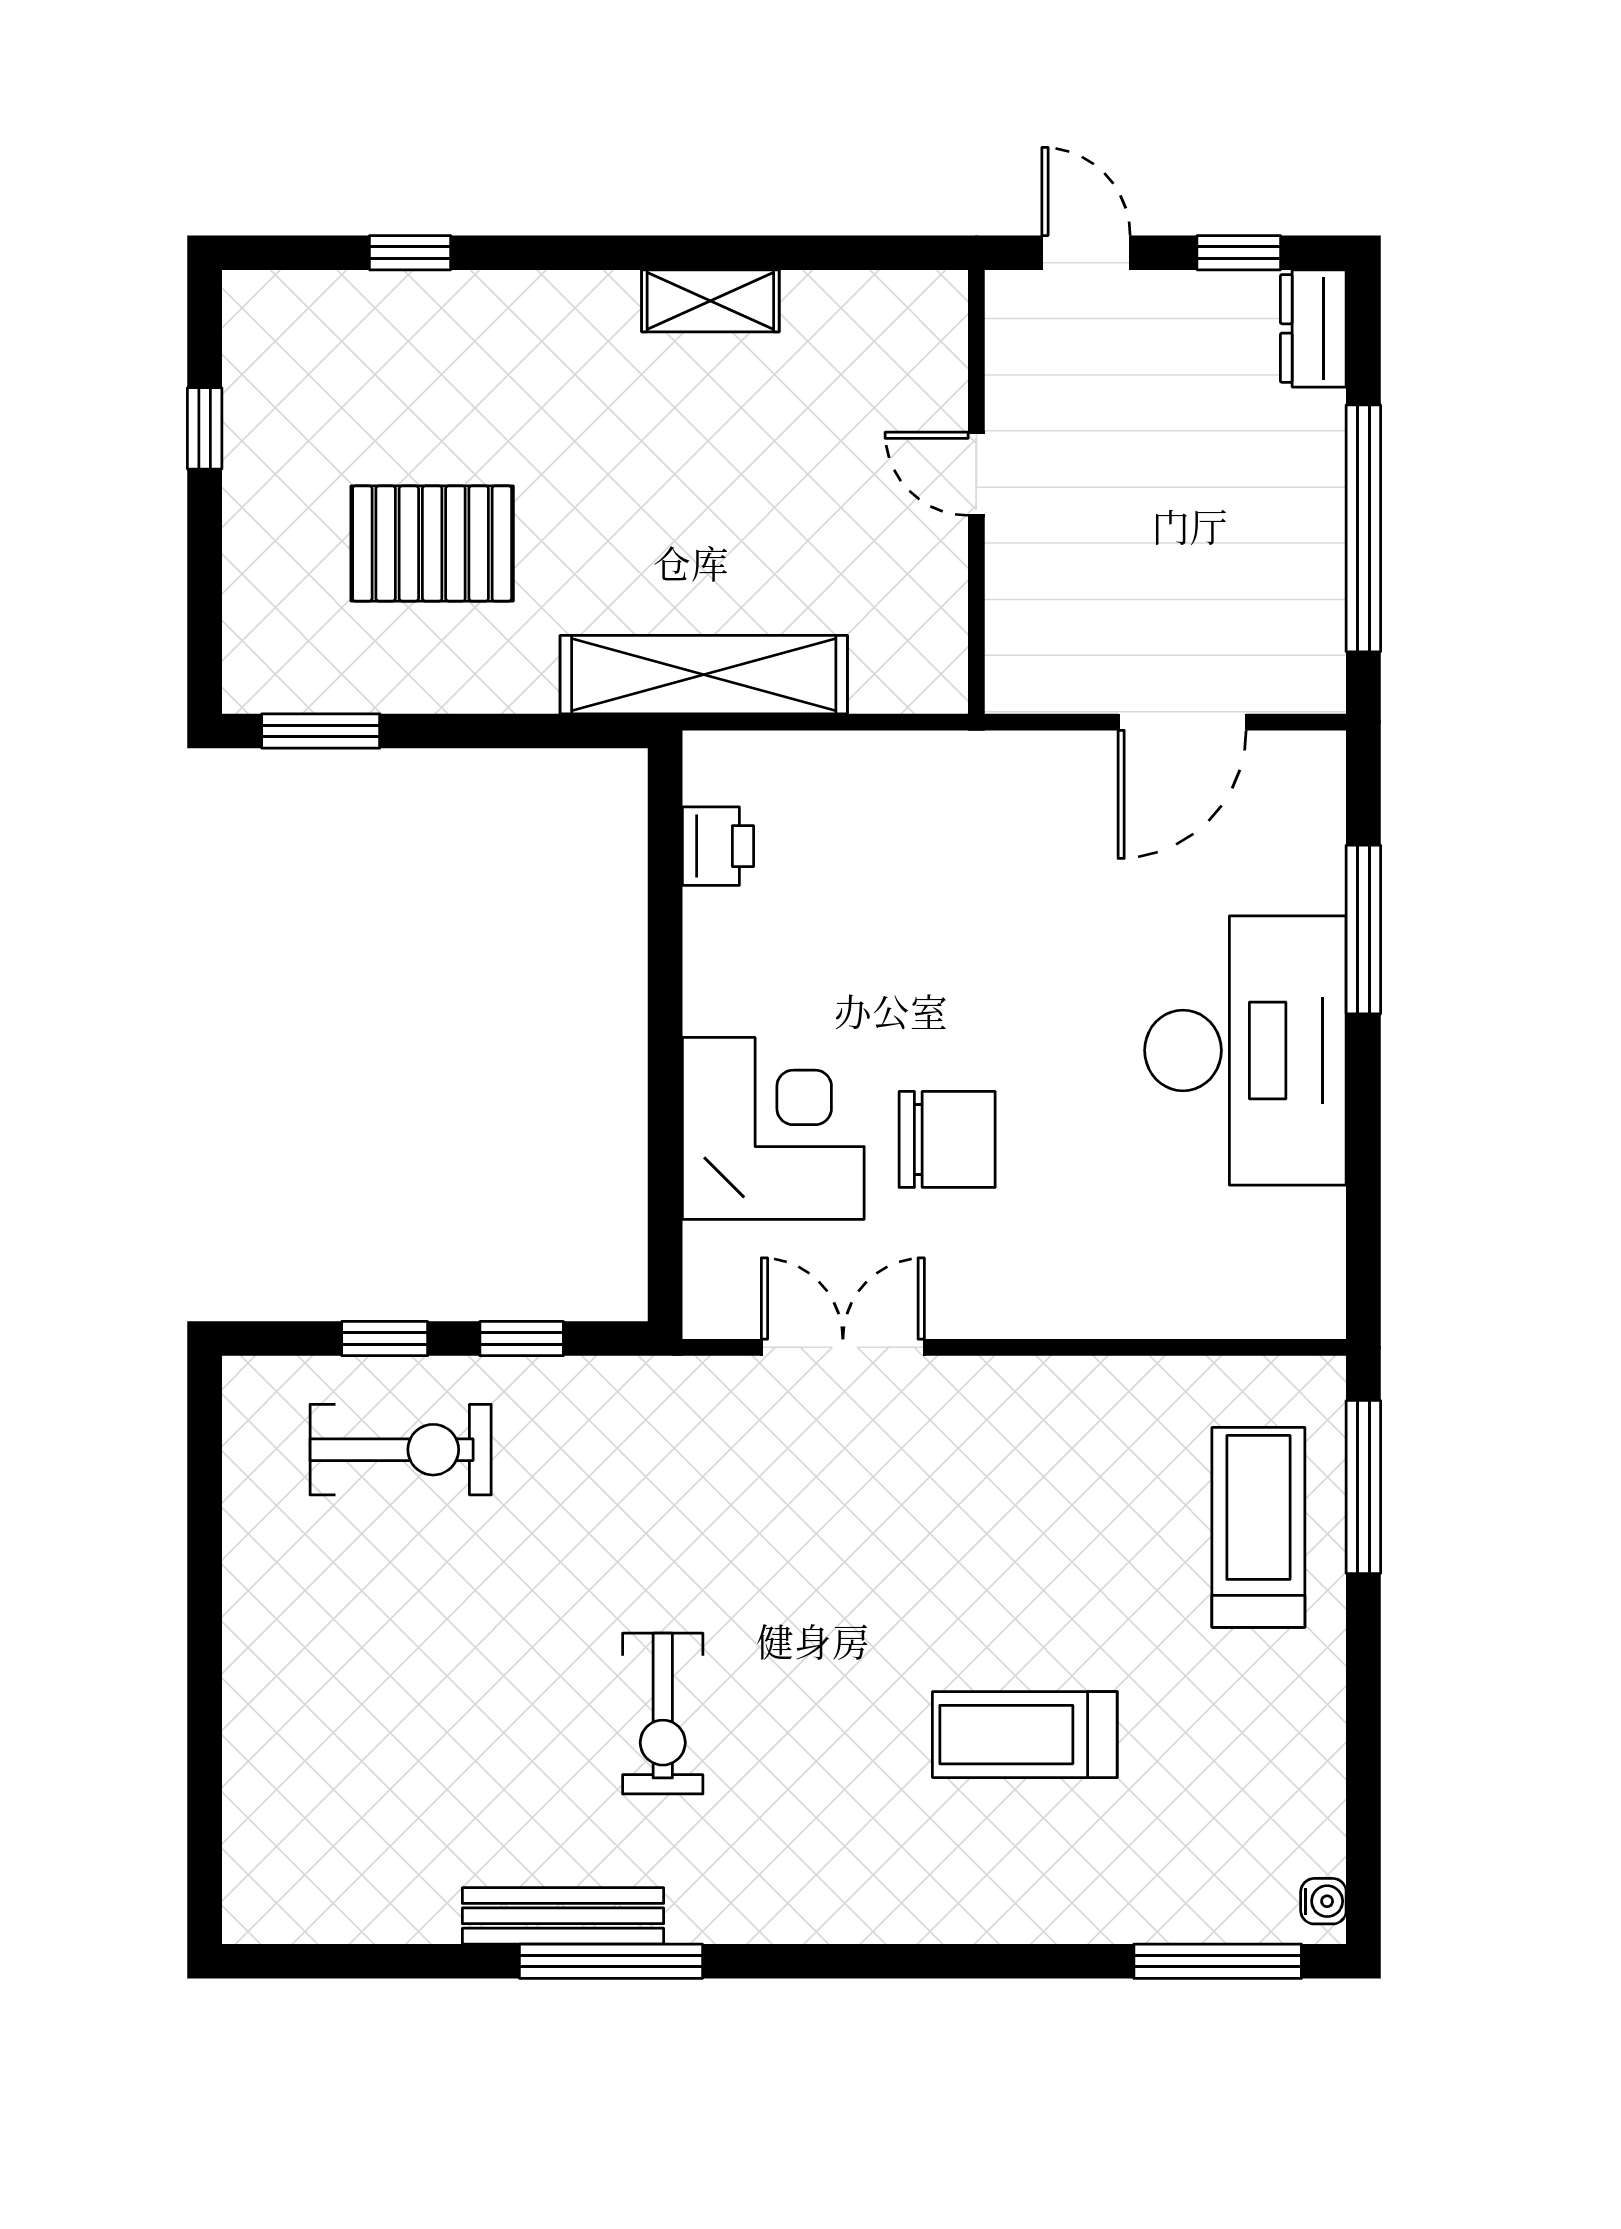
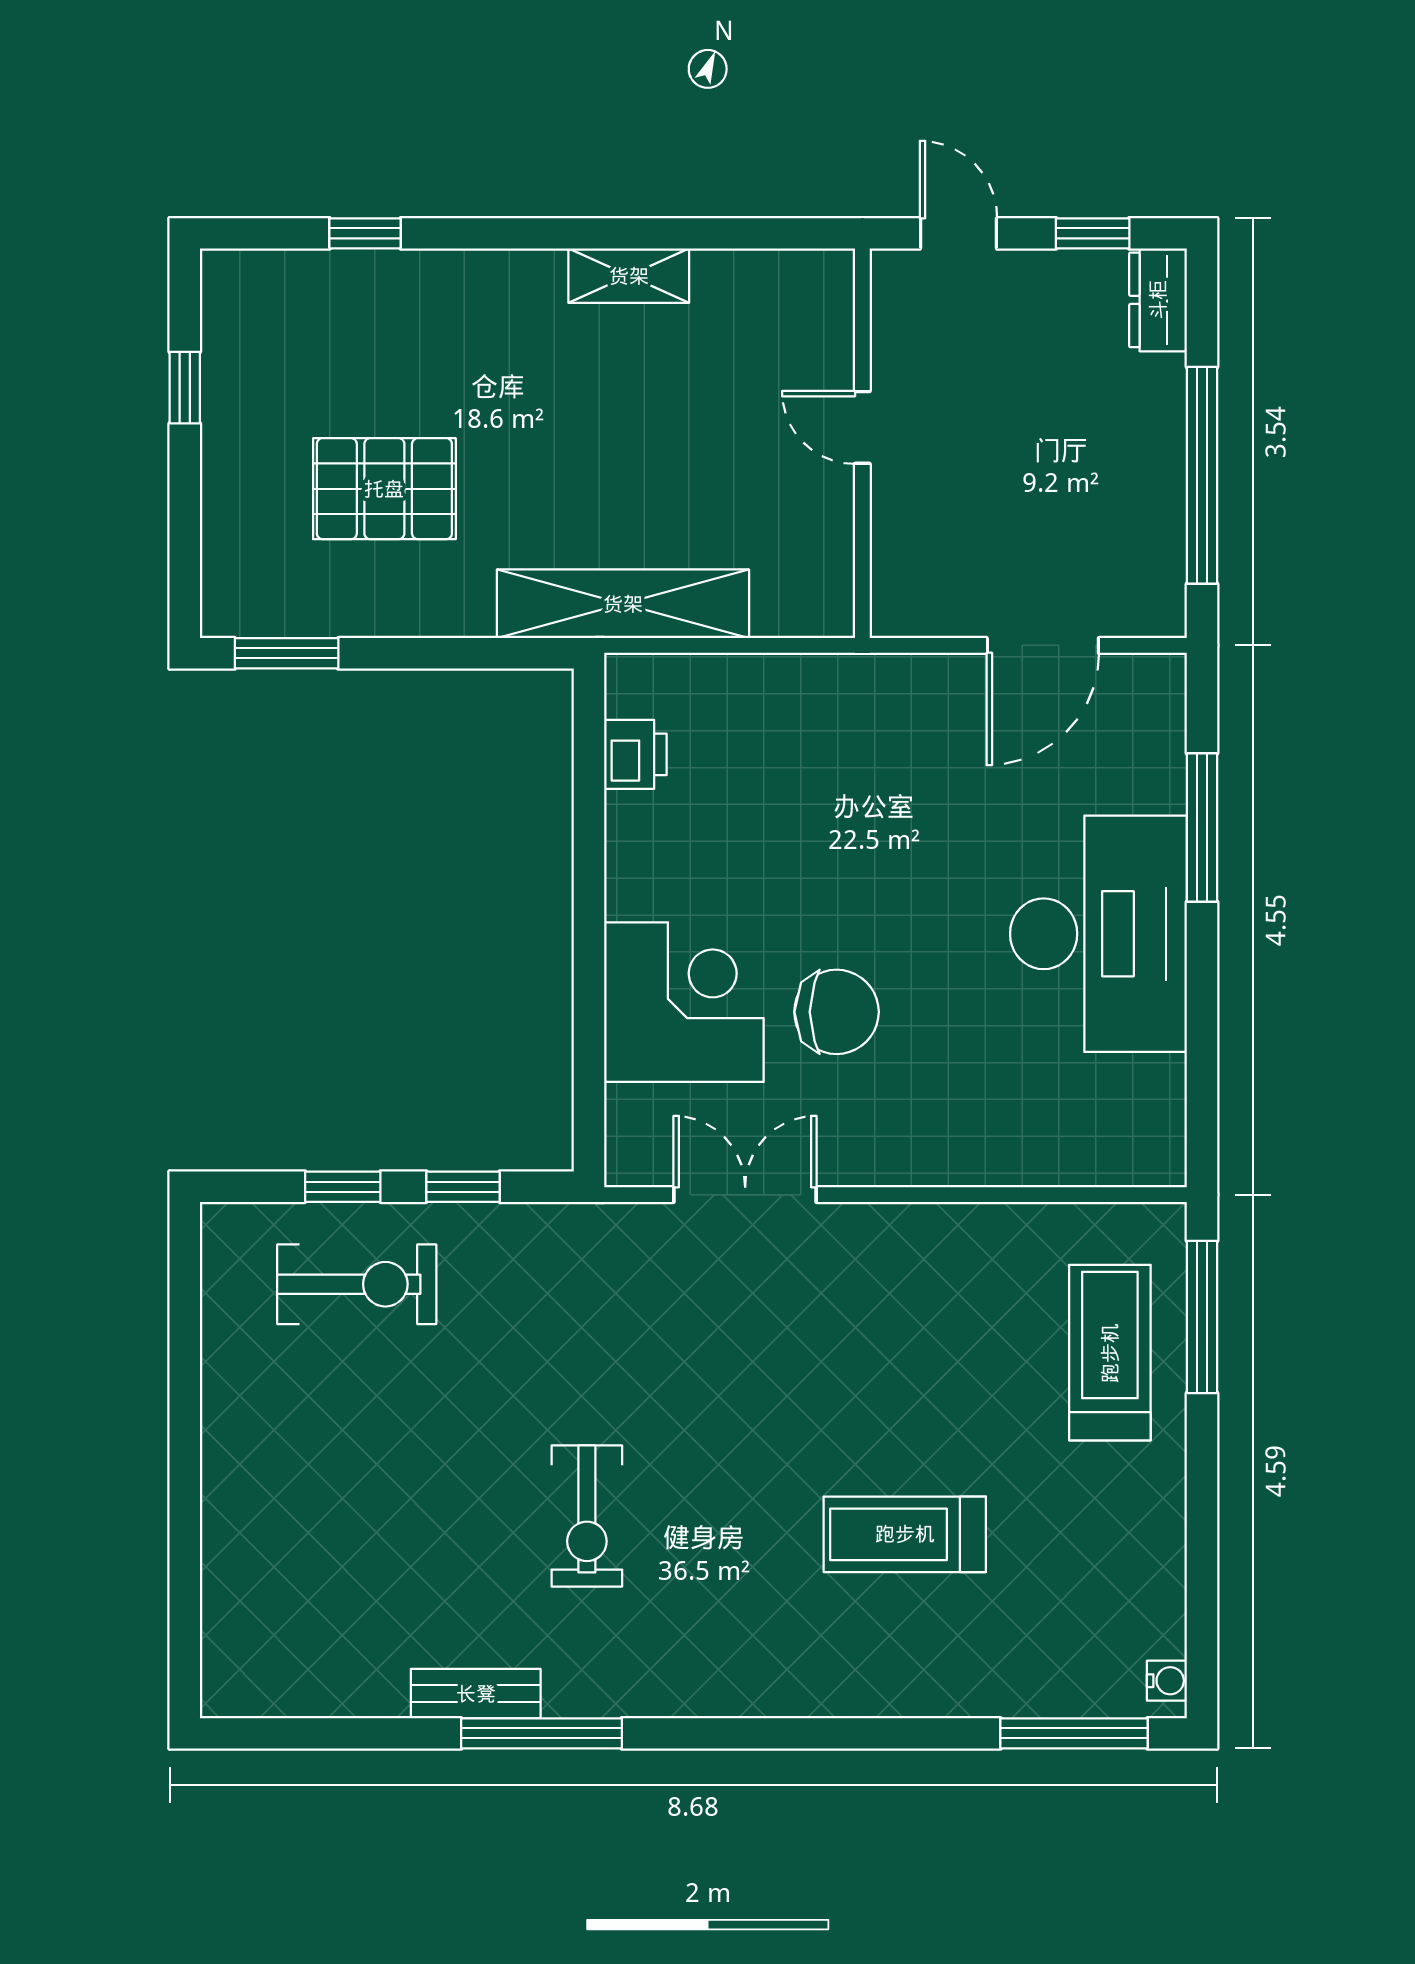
bench: (563, 1916) -> (476, 1694), width x0.73

